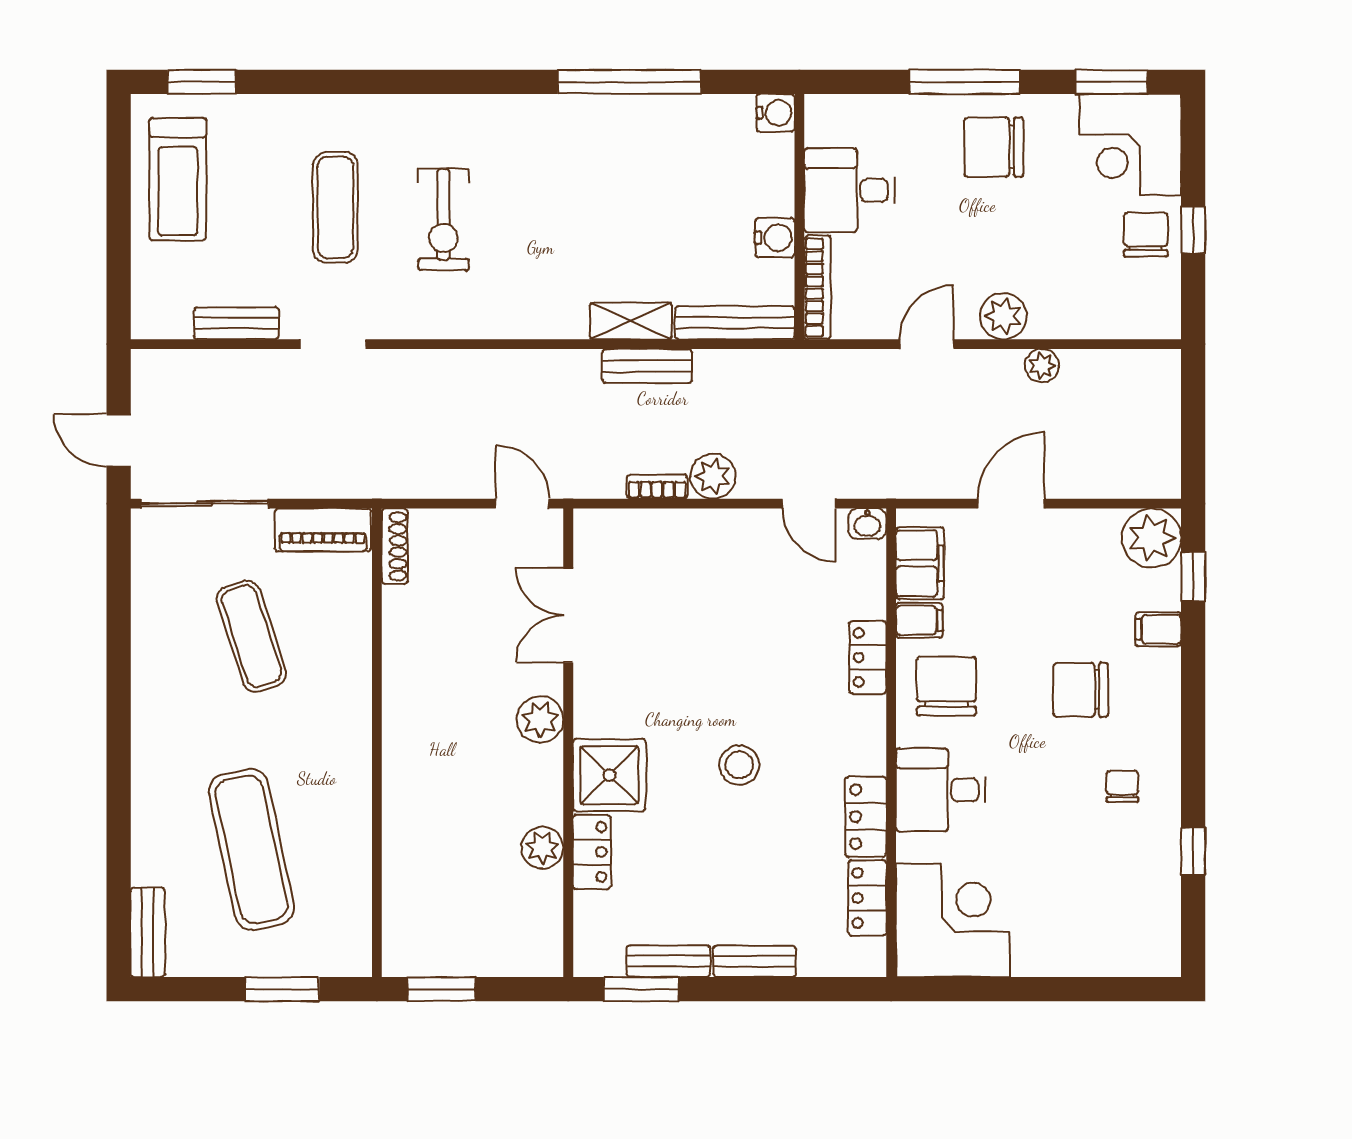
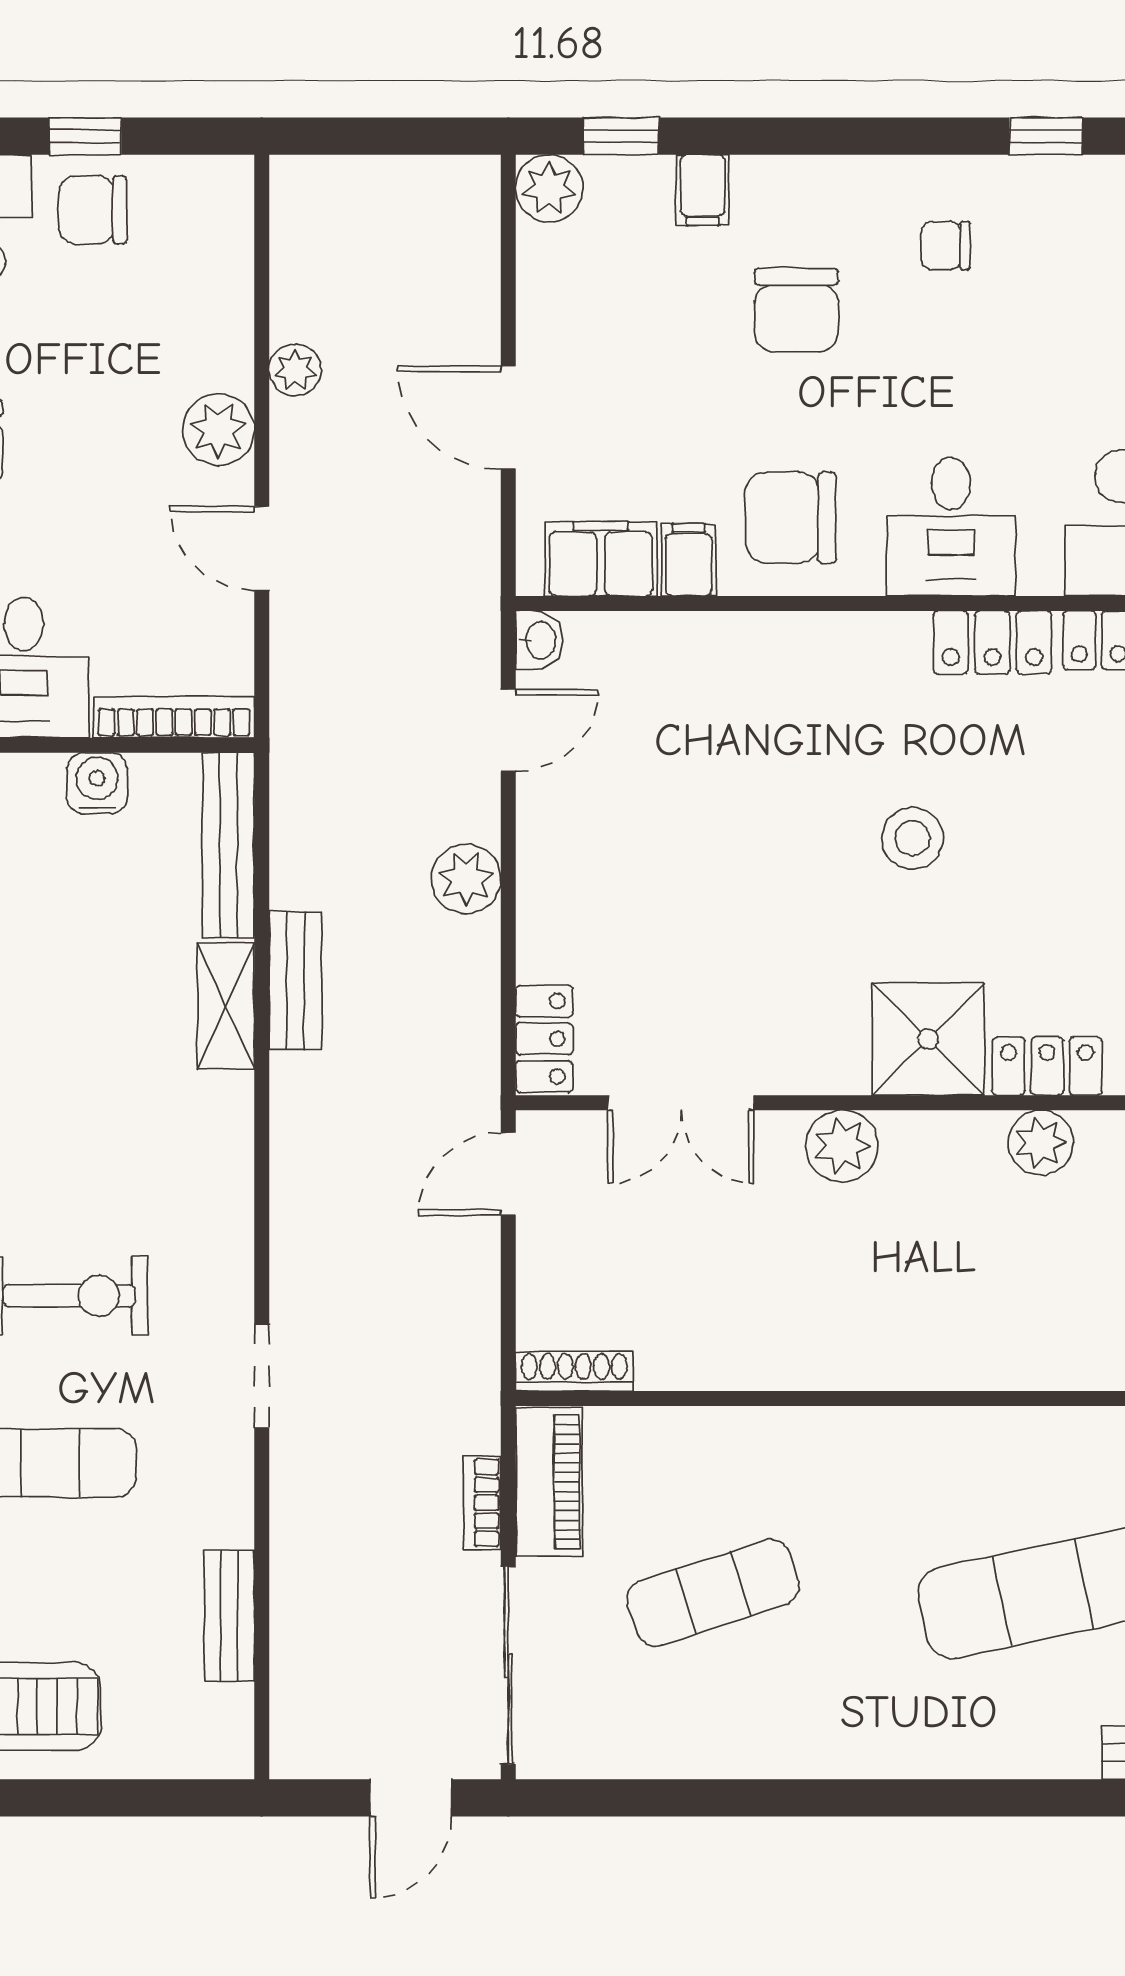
doorway: (333, 344) -> (262, 1376), moved
bookcase: (657, 487) -> (482, 1503), moved
plant: (1152, 538) -> (549, 188), width x0.73, depth x0.73
locker: (868, 657) -> (544, 1039), moved, turned -90

